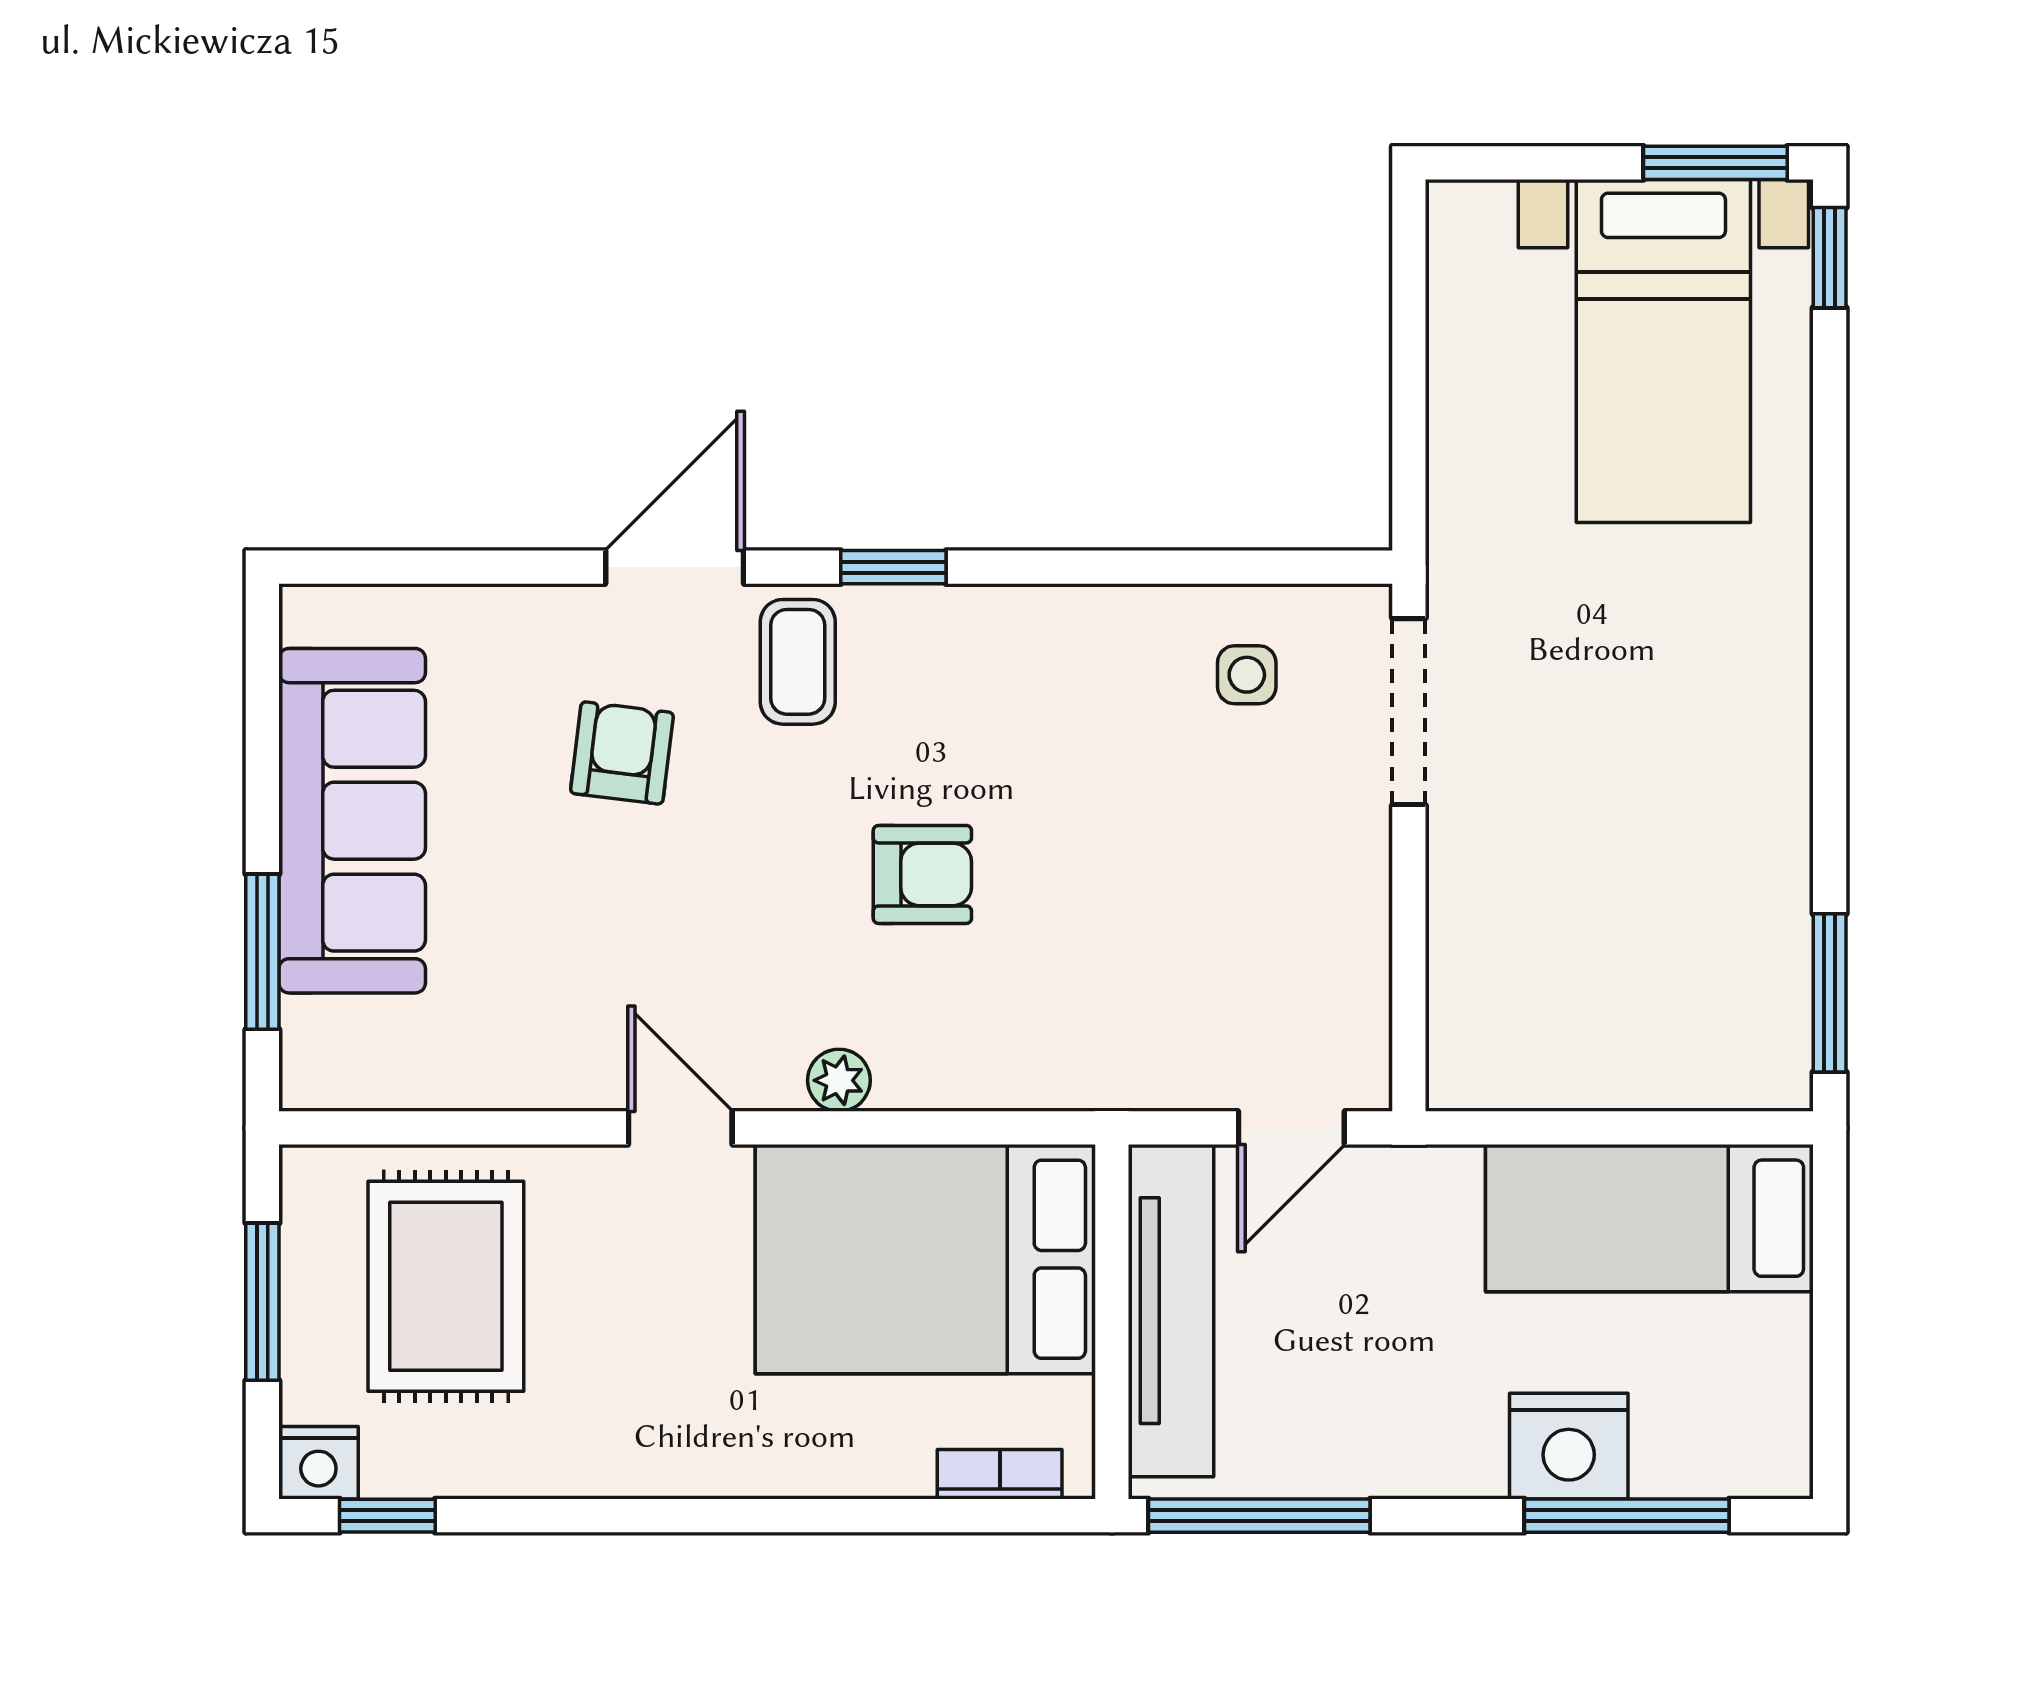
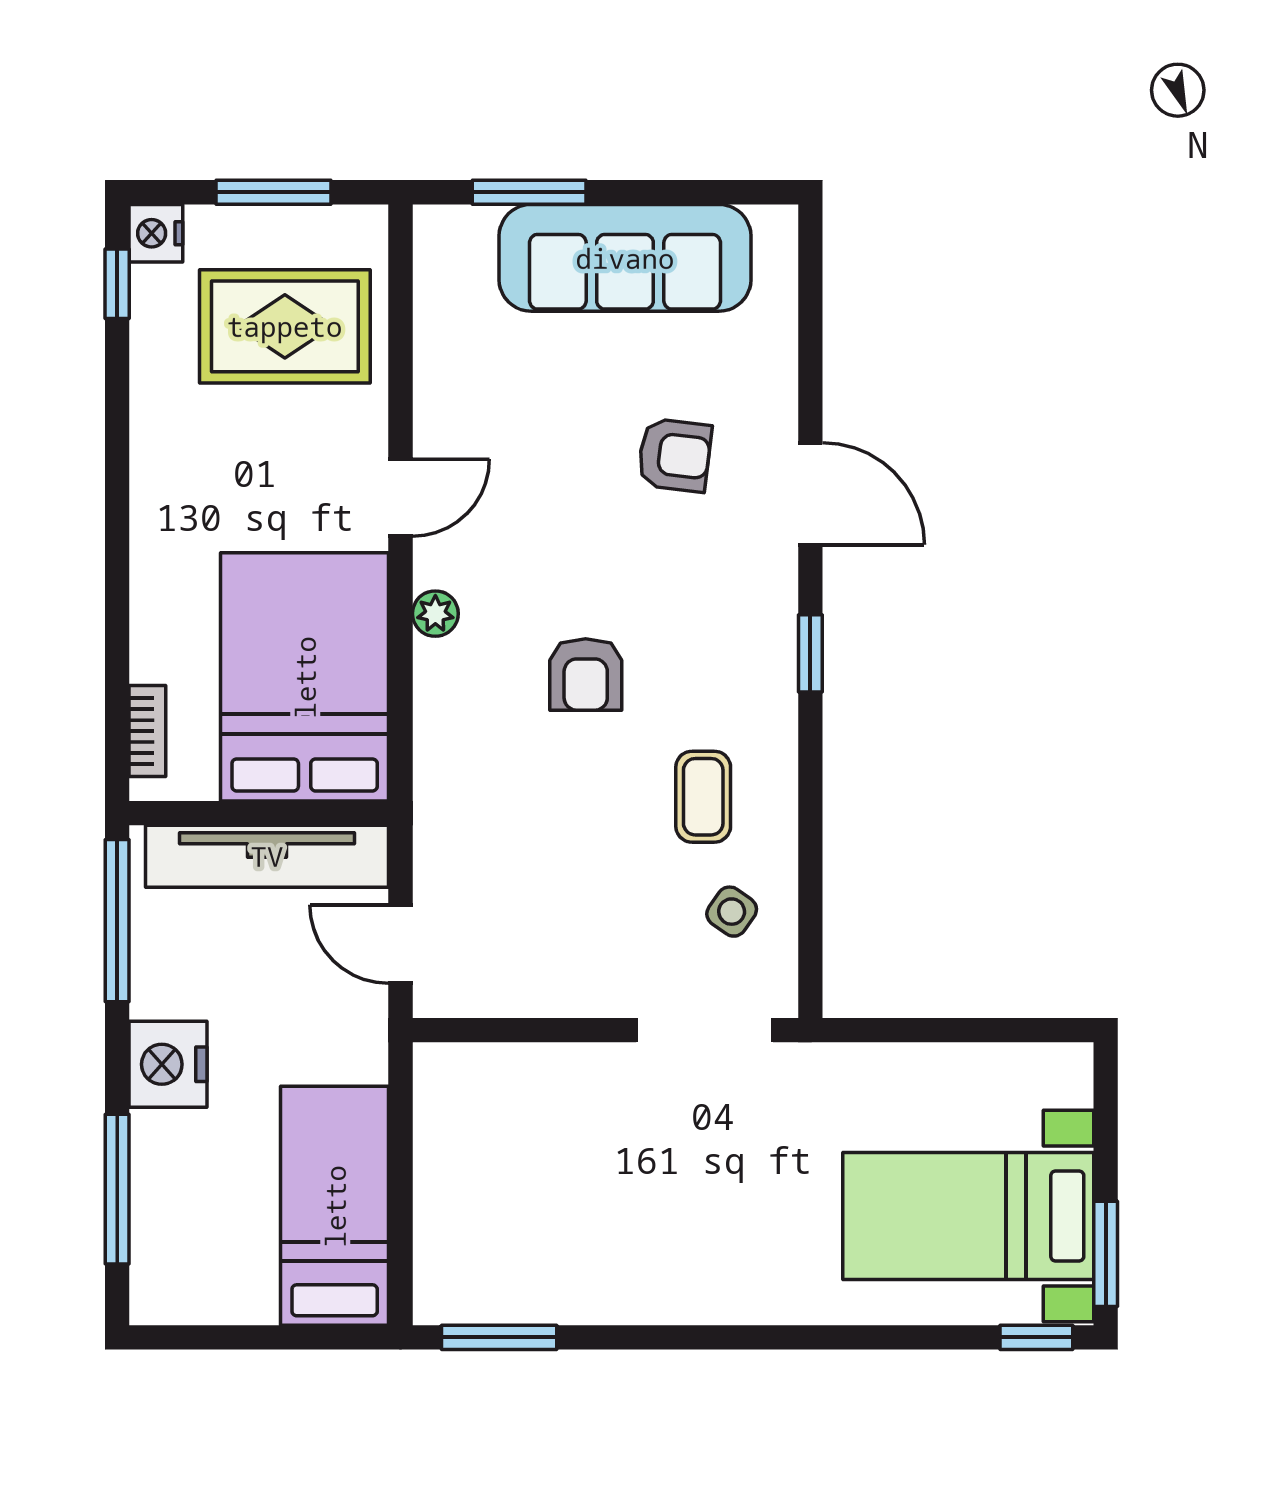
coffee table: (798, 662) -> (703, 797), moved, turned 90
side table: (1247, 675) -> (732, 912), turned 35
nightstand: (1569, 1446) -> (168, 1064), moved

